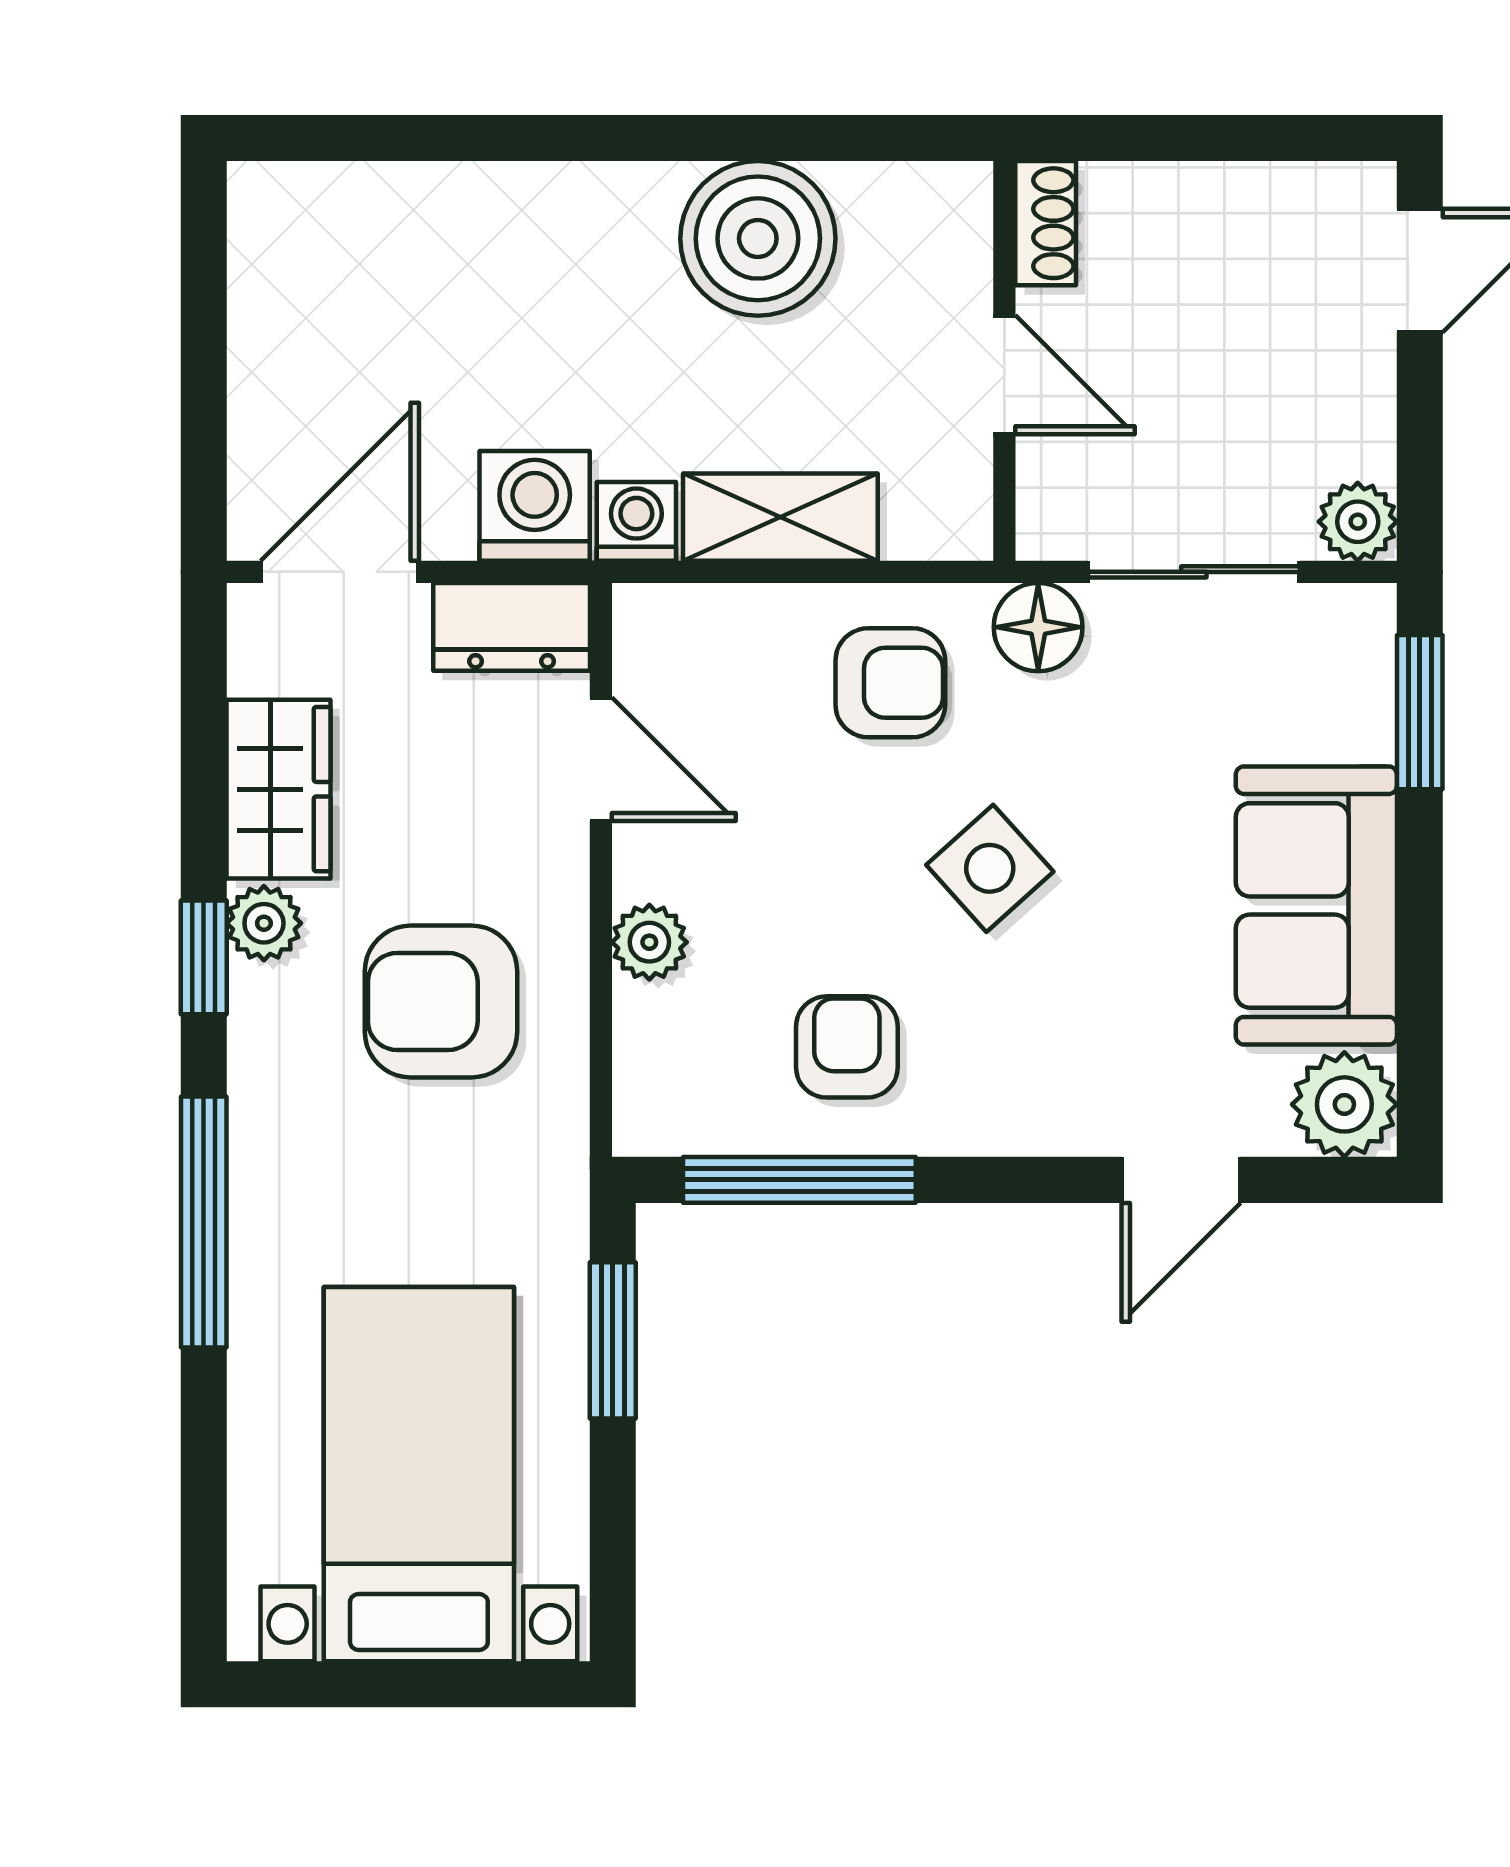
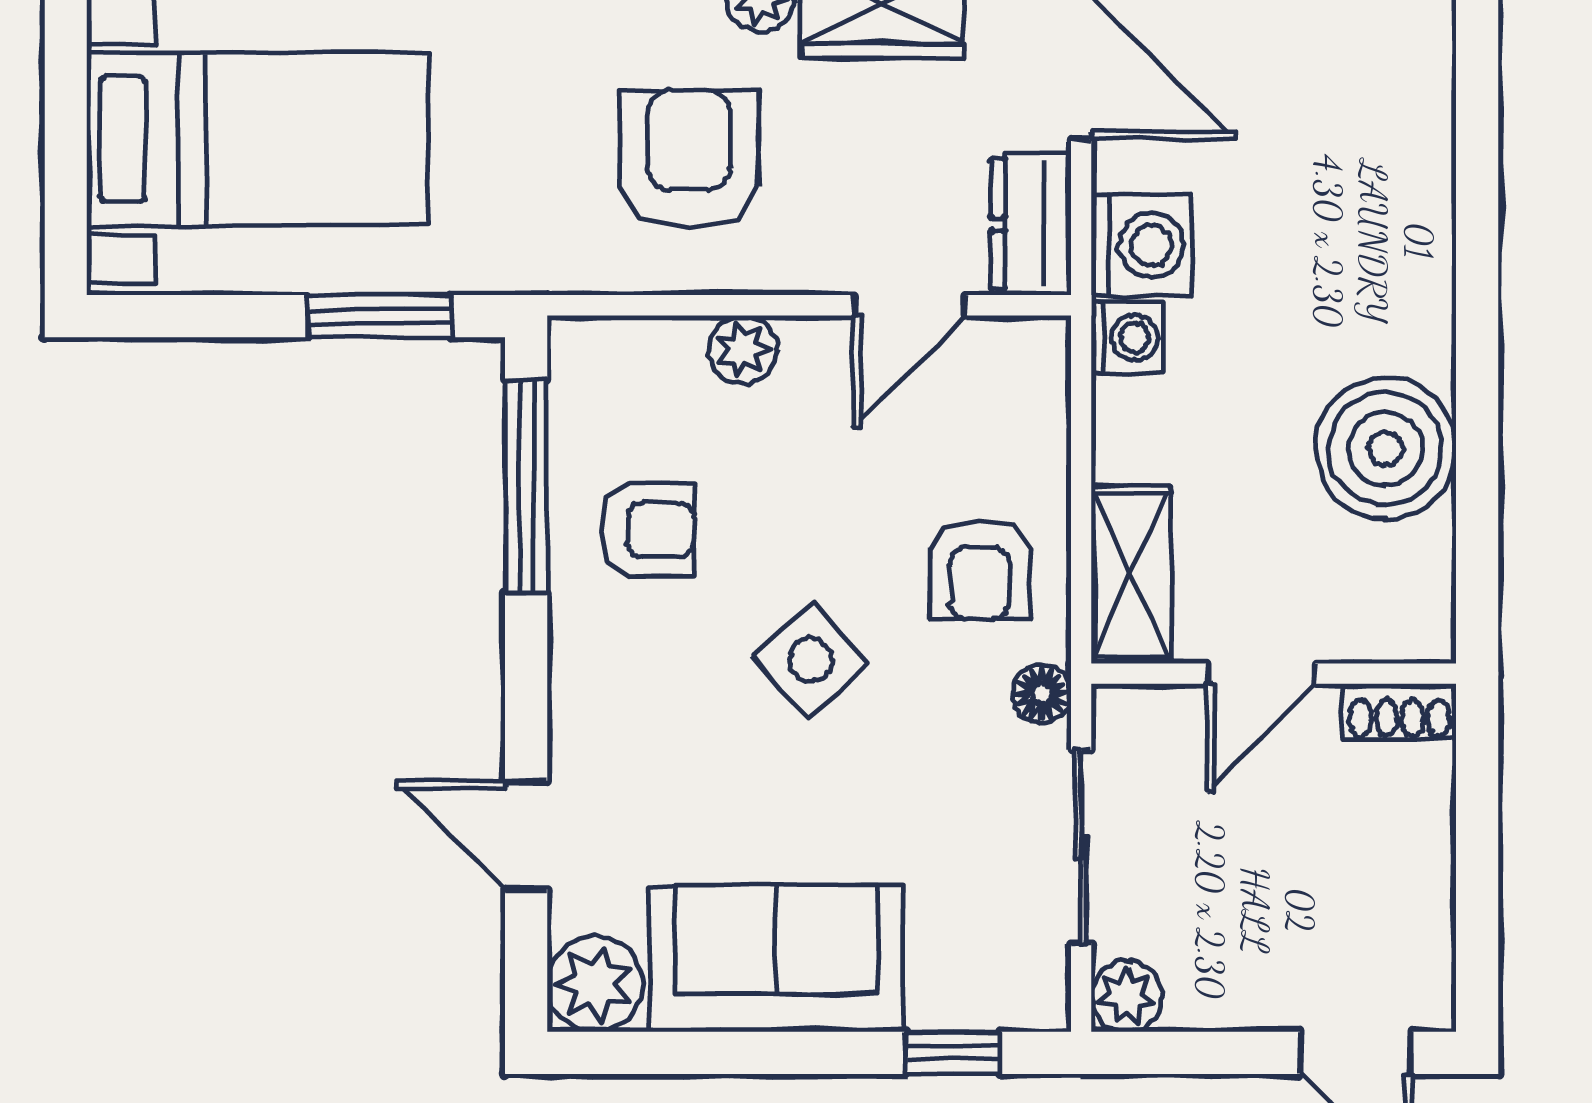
shelving: (780, 517) -> (1131, 575), moved
floor lamp: (1038, 627) -> (1042, 694), width x0.73, depth x0.73
window: (1420, 712) -> (953, 1053), width x0.67

